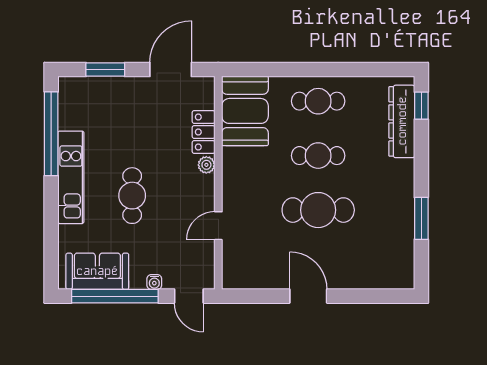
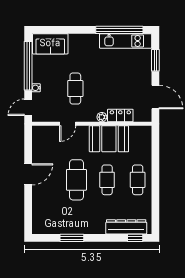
booth: (245, 111) -> (109, 139), moved
kitchen unit: (71, 177) -> (126, 41), moved
cafe table: (132, 196) -> (75, 89), moved, turned 90
door: (218, 226) -> (68, 124), swing flipped
sofa: (97, 271) -> (50, 44), moved, turned 90

